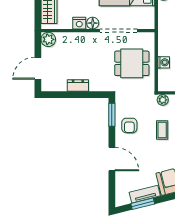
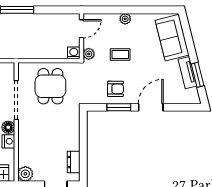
washing machine: (164, 62) -> (74, 53), moved
dresser: (78, 85) -> (74, 162), moved
window: (112, 115) -> (119, 107), moved

